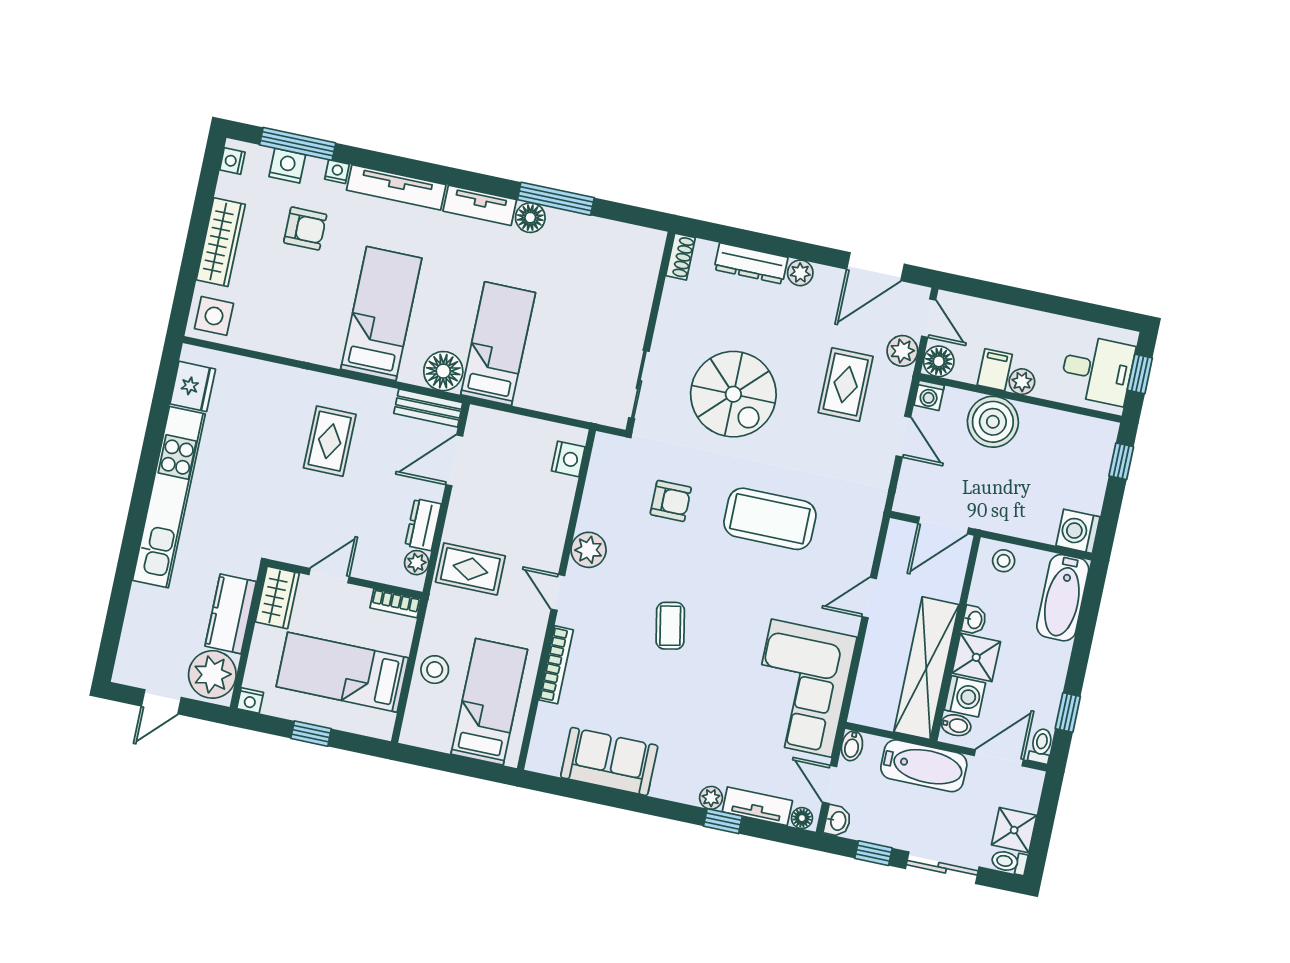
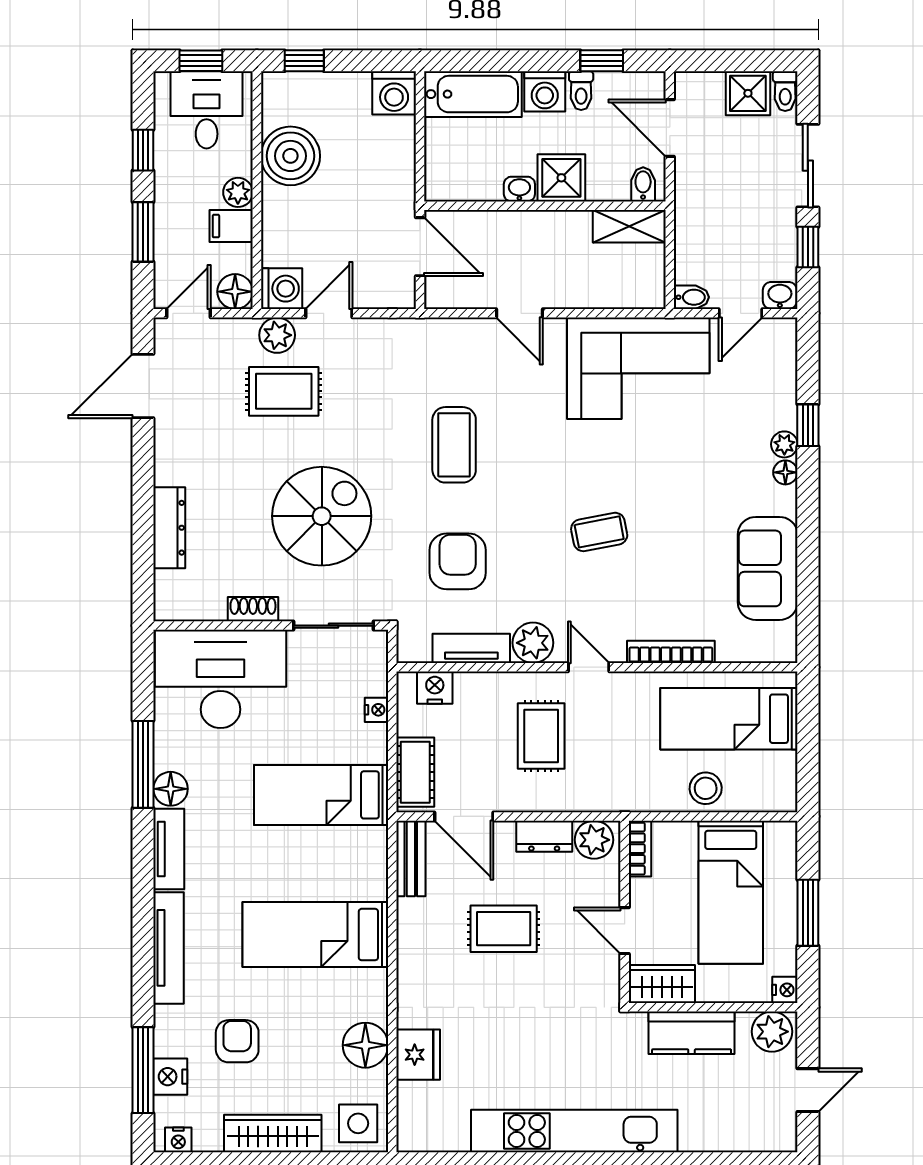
nightstand: (337, 172) -> (376, 710), moved, turned 180
shoe rack: (681, 257) -> (253, 609), moved
door: (875, 267) -> (143, 386), swing flipped
plant: (800, 273) -> (168, 470), removed
desk: (614, 279) -> (221, 679), added
window: (1006, 294) -> (143, 232), added
window: (1075, 309) -> (143, 150), added
plant: (902, 351) -> (277, 335), moved
floor lamp: (443, 371) -> (365, 1045), moved
fridge: (193, 386) -> (418, 1055), moved, turned 90
washing machine: (929, 395) -> (282, 289), width x1.38, depth x1.38
boiler: (993, 422) -> (290, 156), moved
cot: (500, 427) -> (415, 772), added
rug: (330, 441) -> (504, 929), moved
armchair: (671, 501) -> (458, 561), width x1.38, depth x1.38
coffee table: (770, 519) -> (454, 445), width x0.73, depth x0.76
stool: (1004, 561) -> (445, 170), removed
plant: (417, 563) -> (594, 840), width x1.38, depth x1.38
rug: (470, 569) -> (541, 736), moved
door: (558, 592) -> (589, 667), swing flipped
shelving: (926, 668) -> (629, 226), width x0.45, depth x0.75
plant: (212, 674) -> (772, 1032), width x0.73, depth x0.73
washing machine: (965, 696) -> (545, 91), moved, turned 180
door: (161, 702) -> (808, 1090), hinge flipped
window: (311, 734) -> (808, 913), width x1.50
toilet: (1041, 746) -> (581, 91), moved, turned -90
bathtub: (924, 766) -> (697, 211), removed
tv unit: (757, 806) -> (471, 648), moved, turned 90
floor lamp: (802, 818) -> (785, 472), moved

